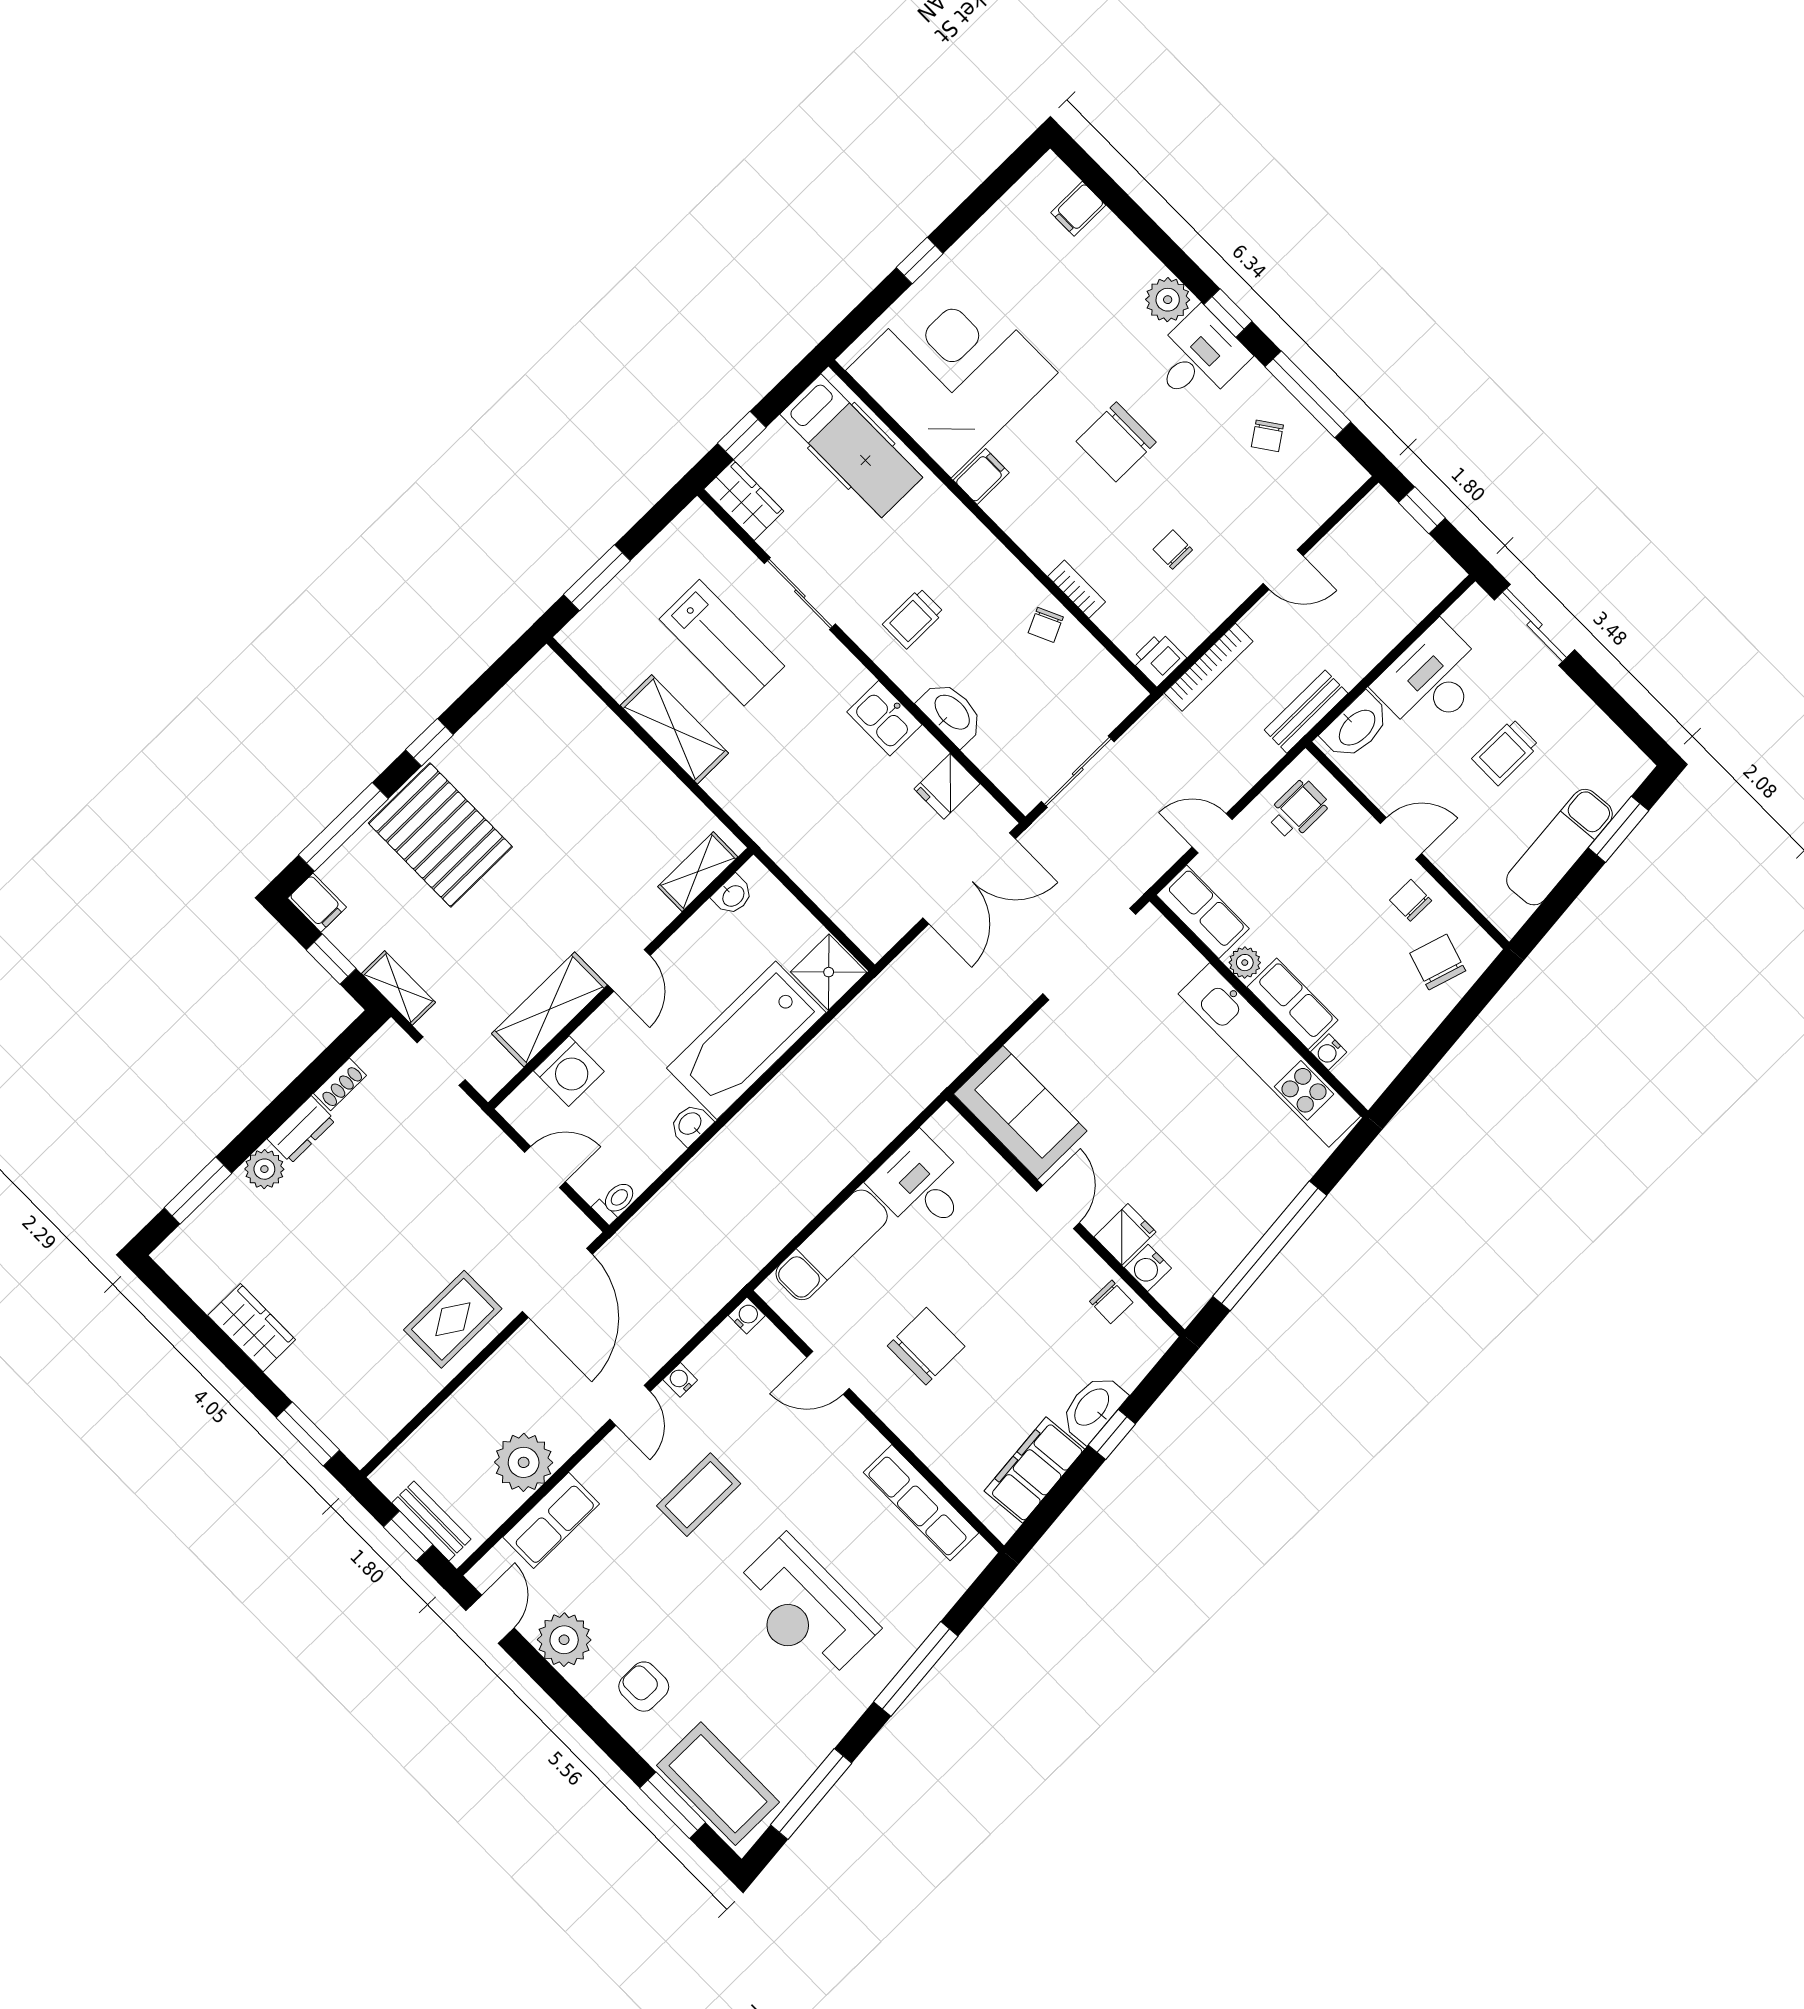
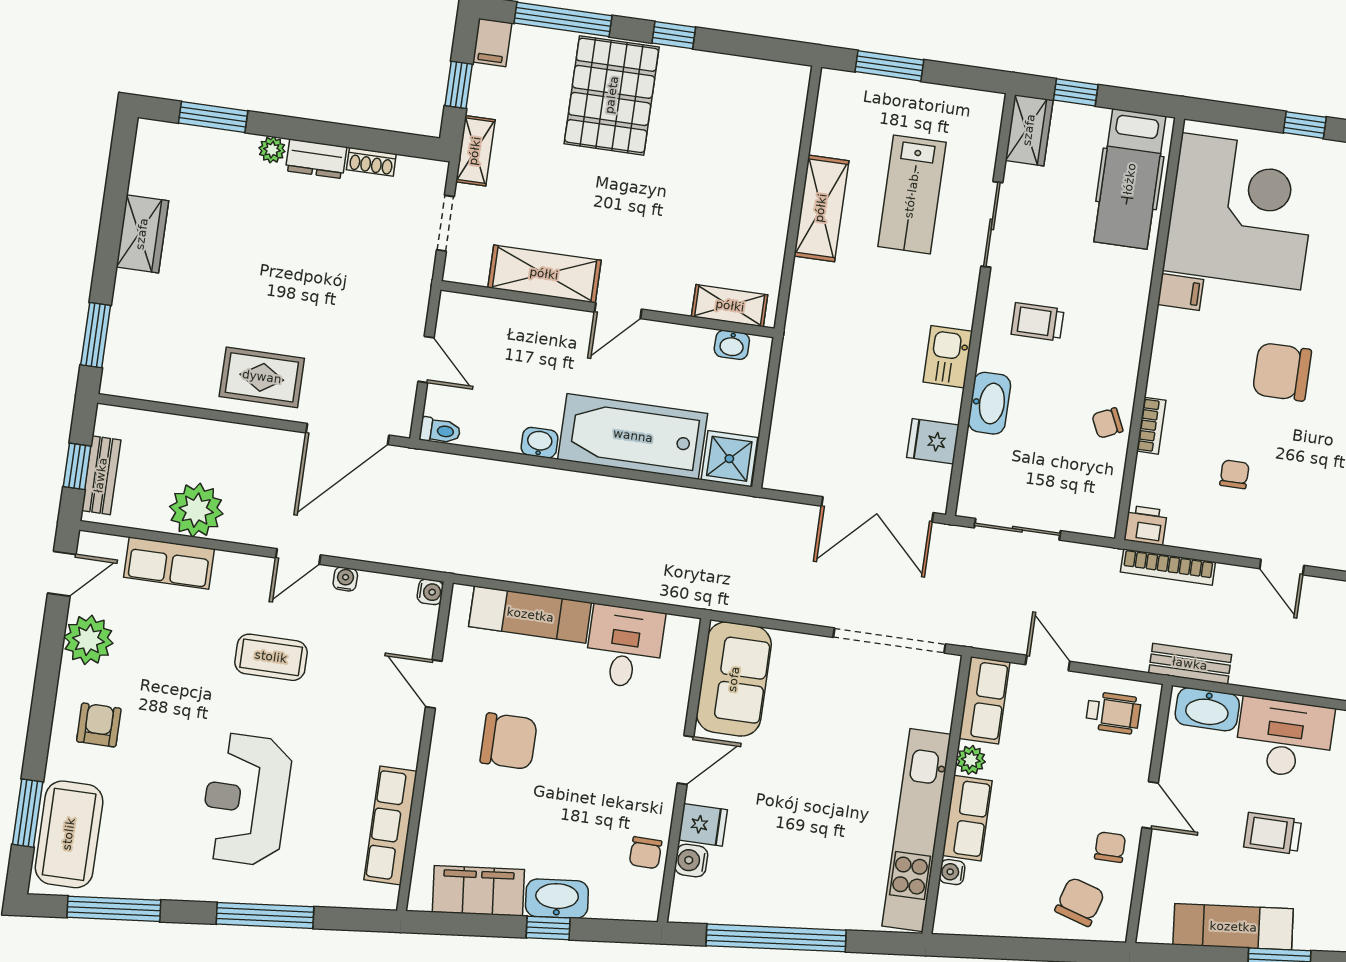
washing machine: (569, 1071) -> (510, 323), removed
plant: (264, 1169) -> (272, 150), width x0.73, depth x0.73

